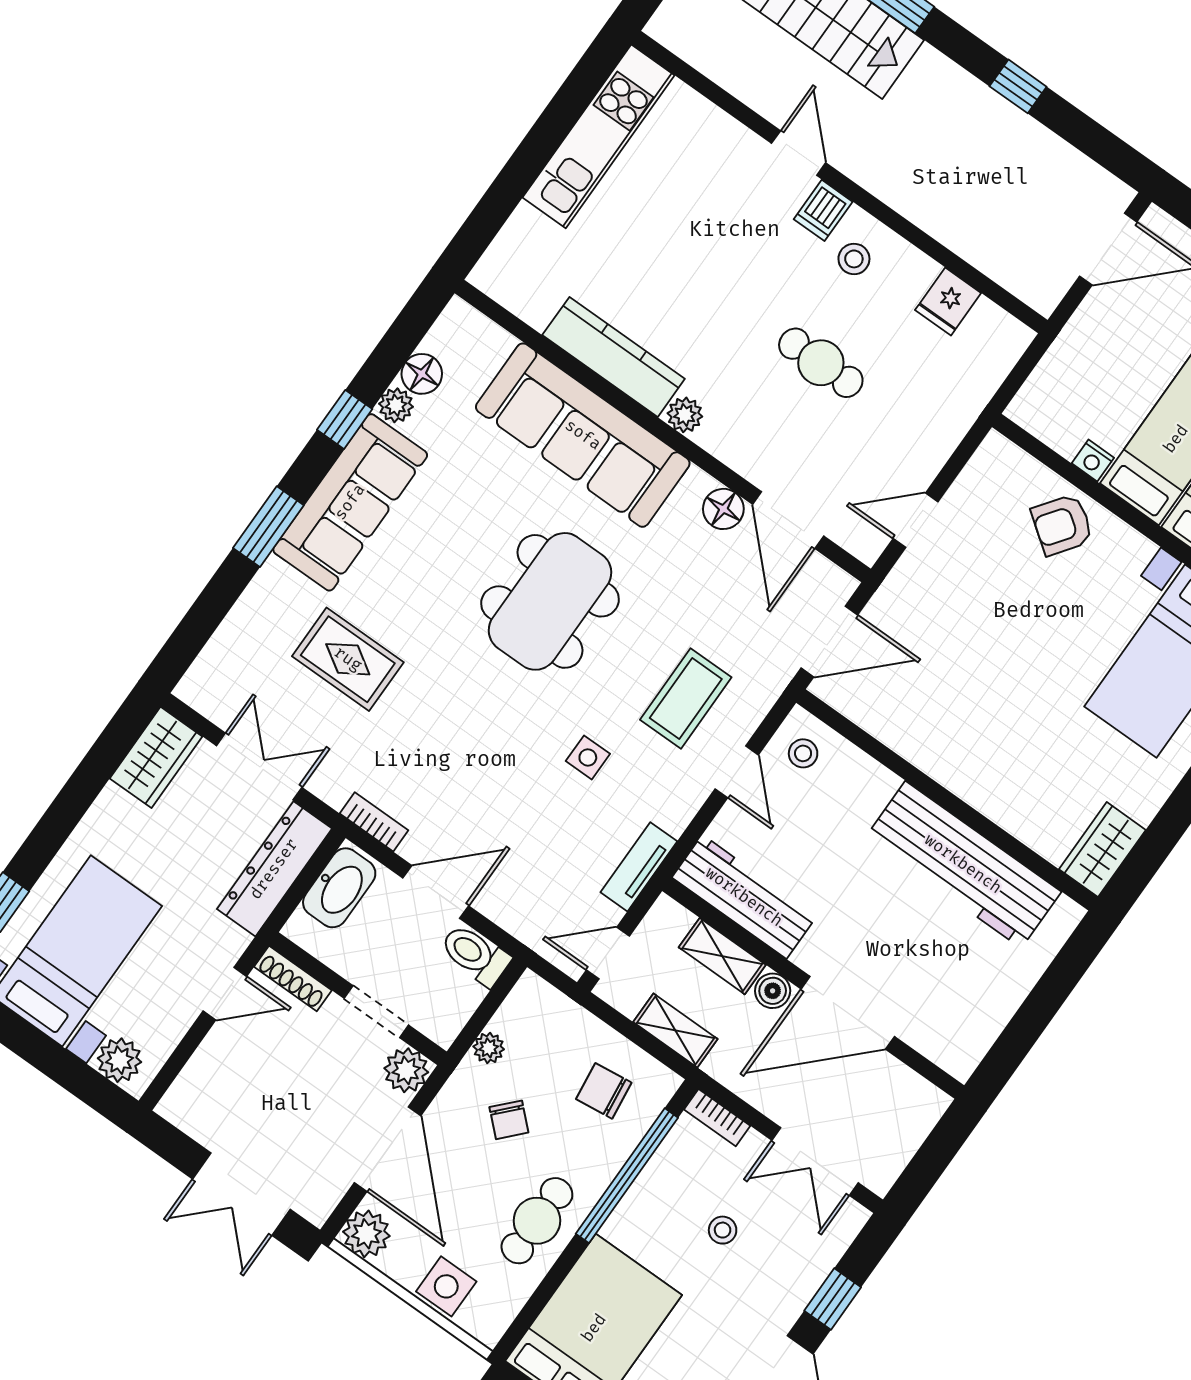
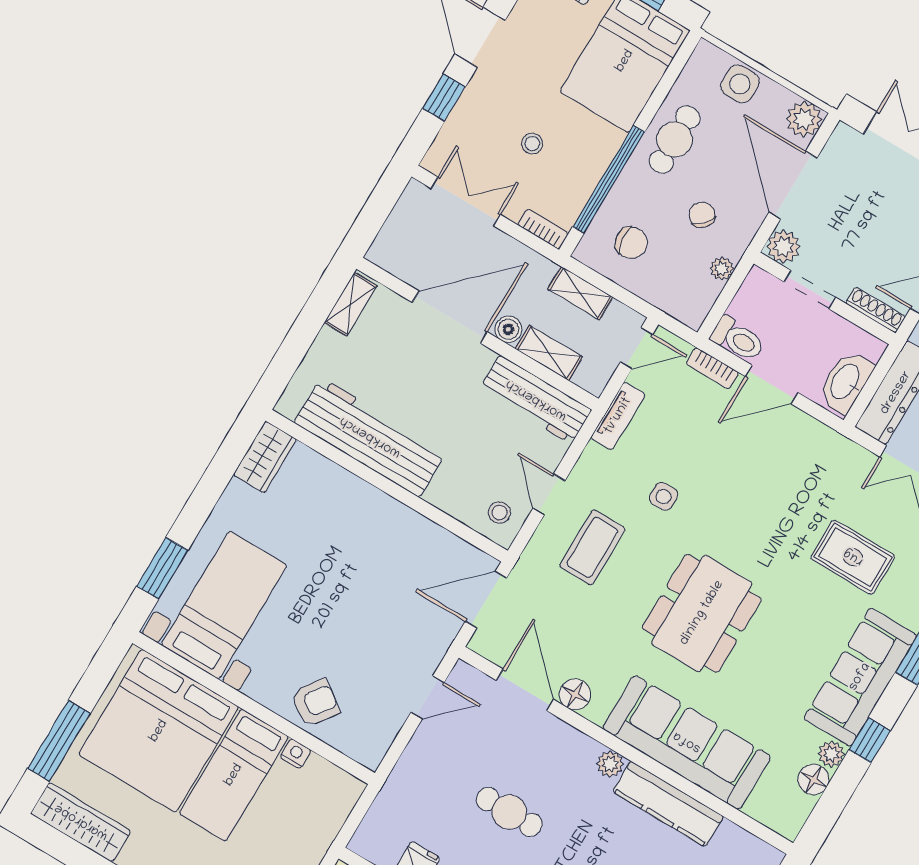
bookcase: (374, 822) -> (712, 368), moved
shelving: (975, 1040) -> (351, 304), added

